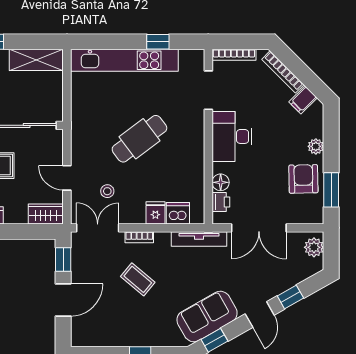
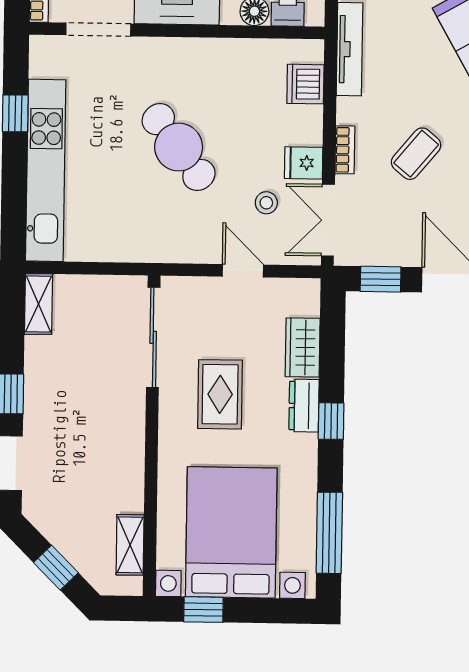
shelving: (36, 60) -> (38, 304), width x0.67, depth x0.75
door: (67, 178) -> (243, 271), swing flipped
fridge: (155, 213) -> (304, 163), moved
wardrobe: (46, 214) -> (303, 347), moved

